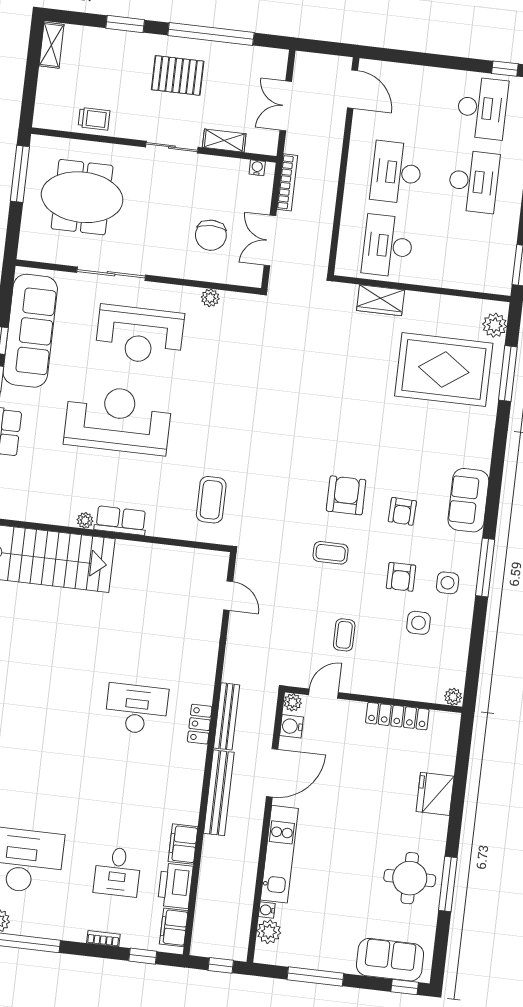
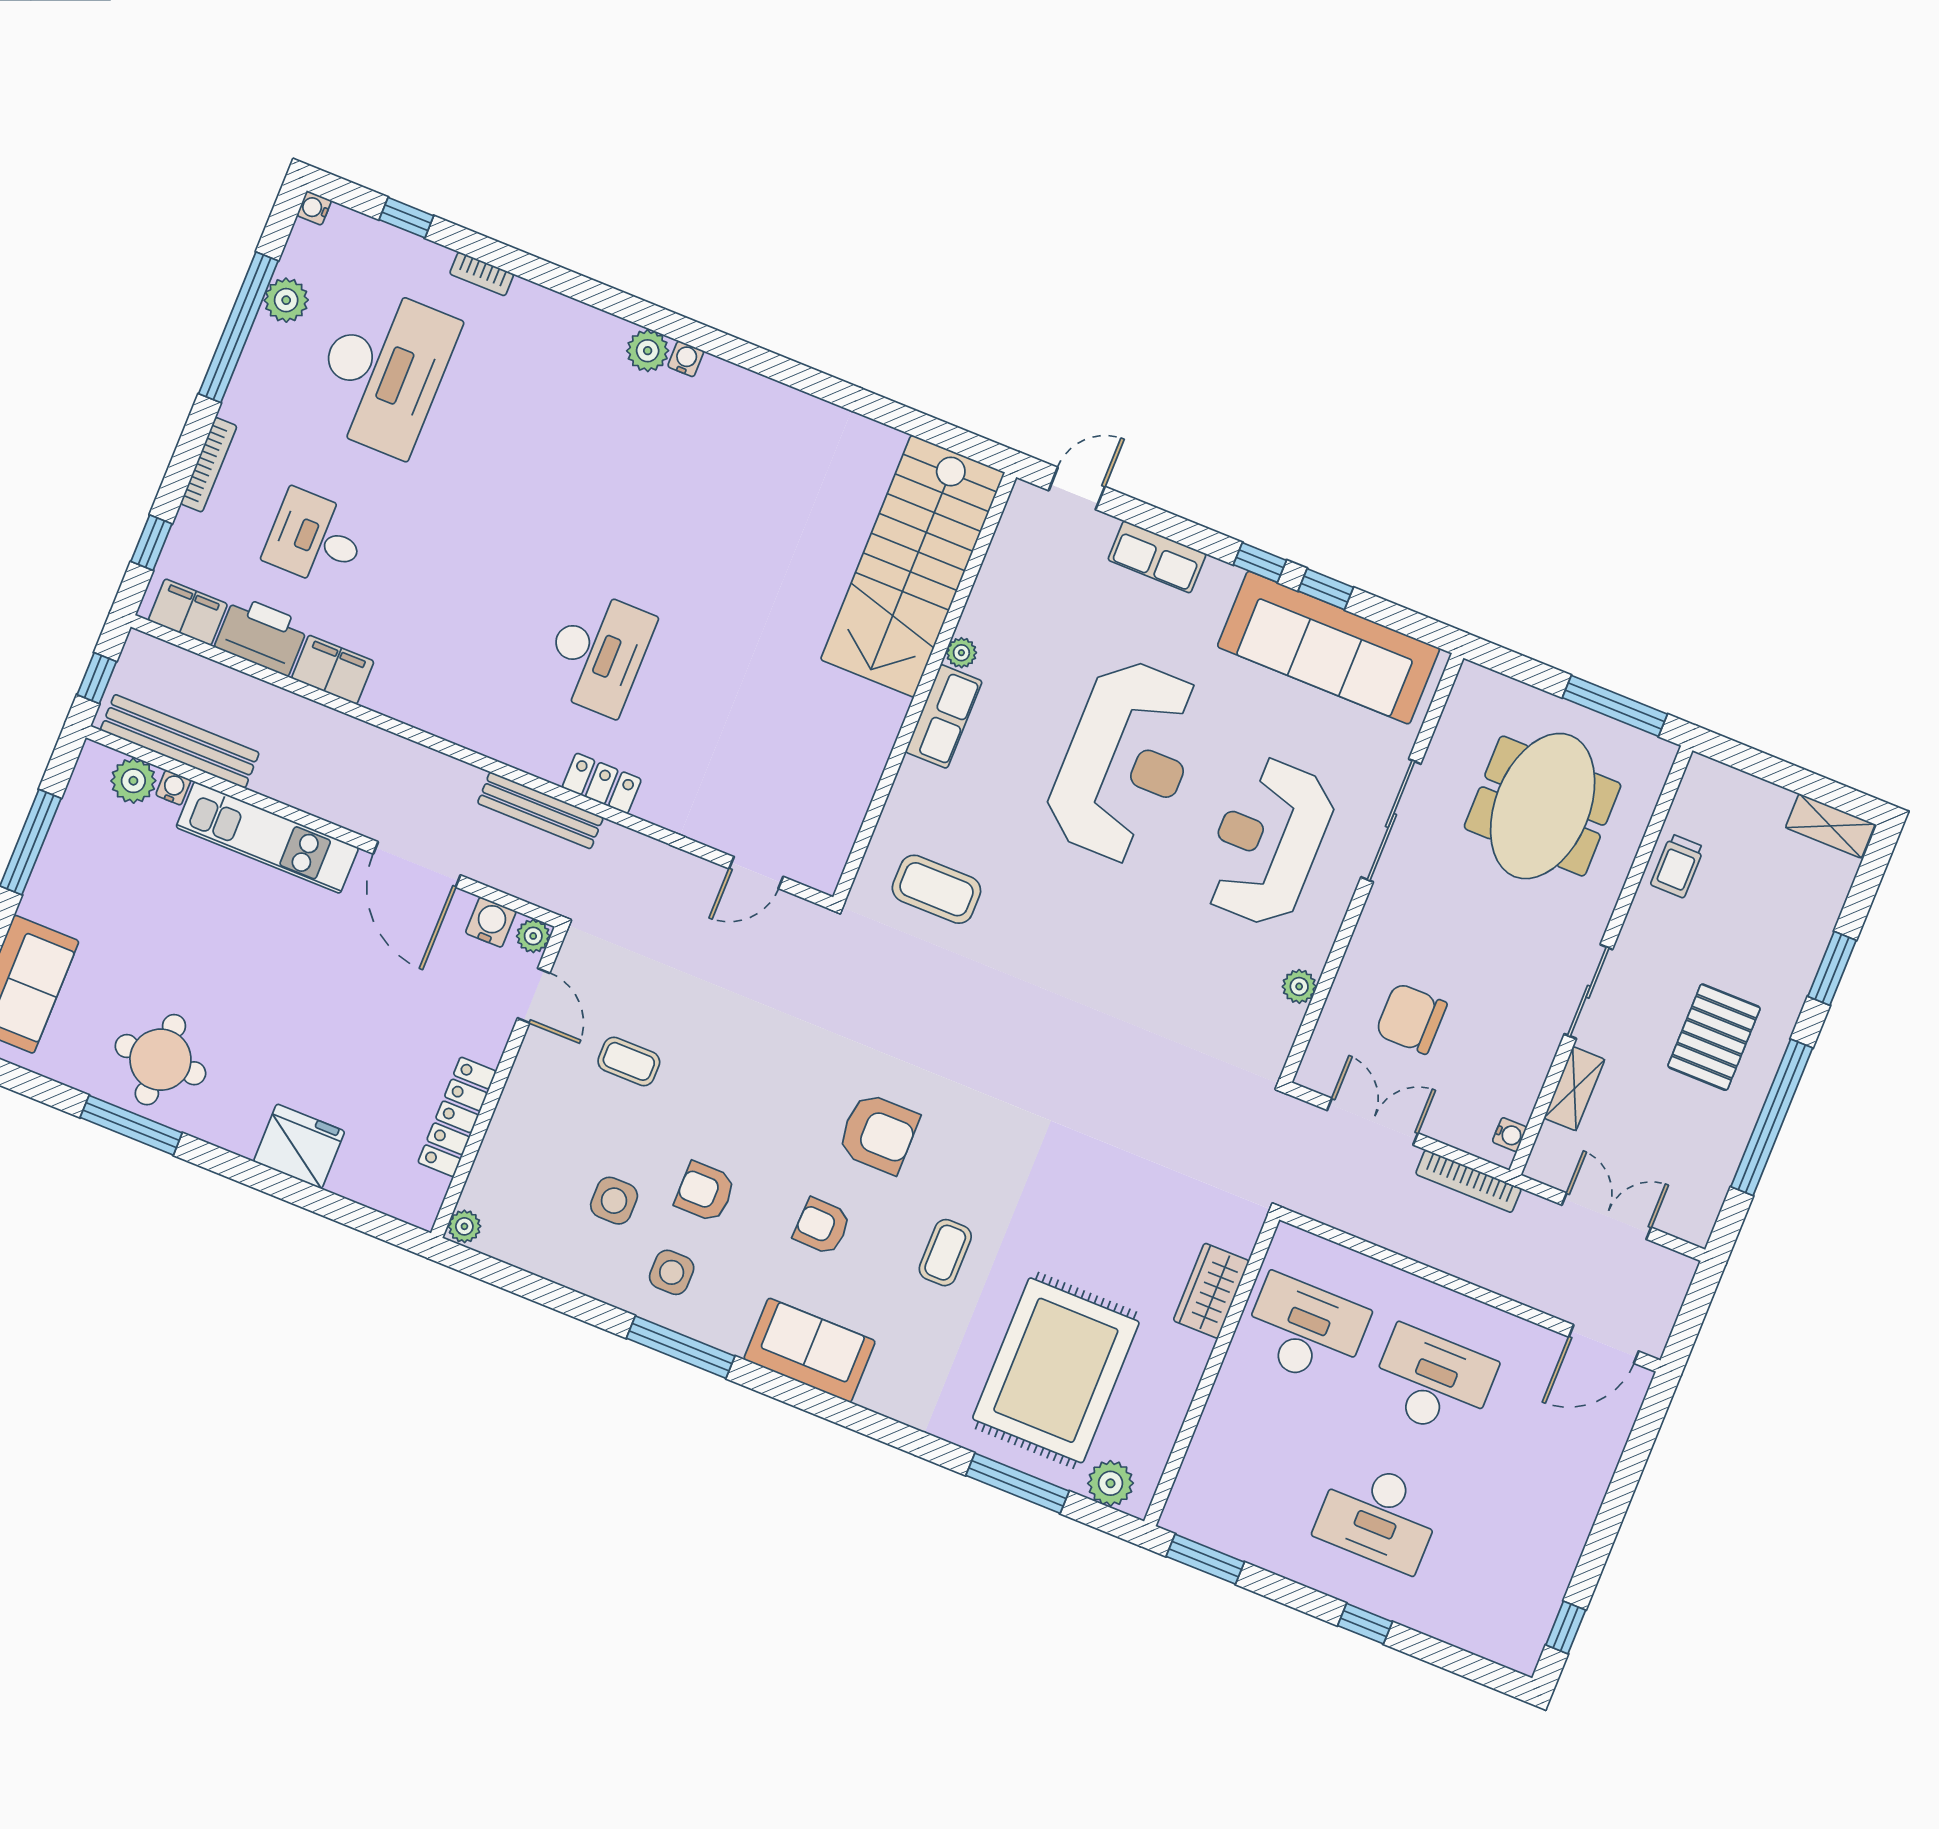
desk: (482, 108) -> (1506, 1567), removed
coffee table: (331, 553) -> (945, 1253), moved
locker: (200, 724) -> (602, 783), moved
bench: (219, 793) -> (180, 741), moved
bookcase: (103, 939) -> (209, 465), width x1.56

